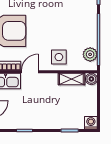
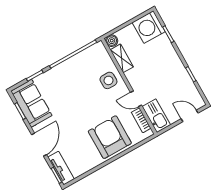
plant: (90, 54) -> (91, 54), removed
washing machine: (91, 123) -> (149, 27), width x1.89, depth x1.89

